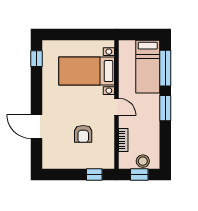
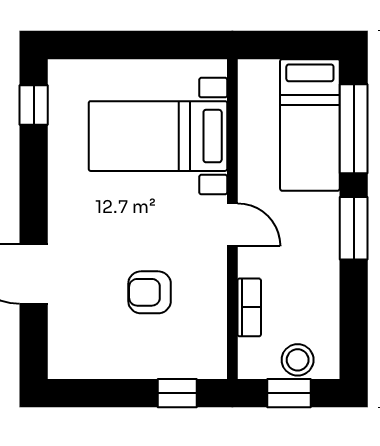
armchair: (83, 134) -> (150, 292), turned 90

